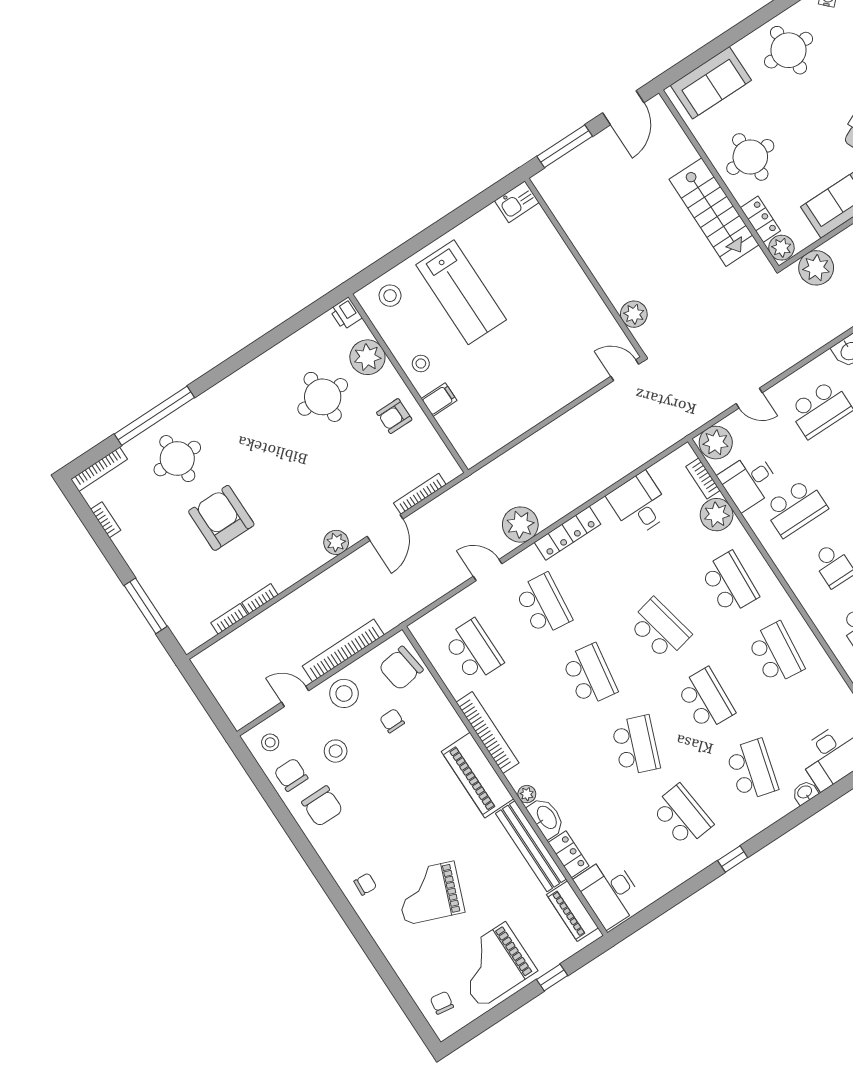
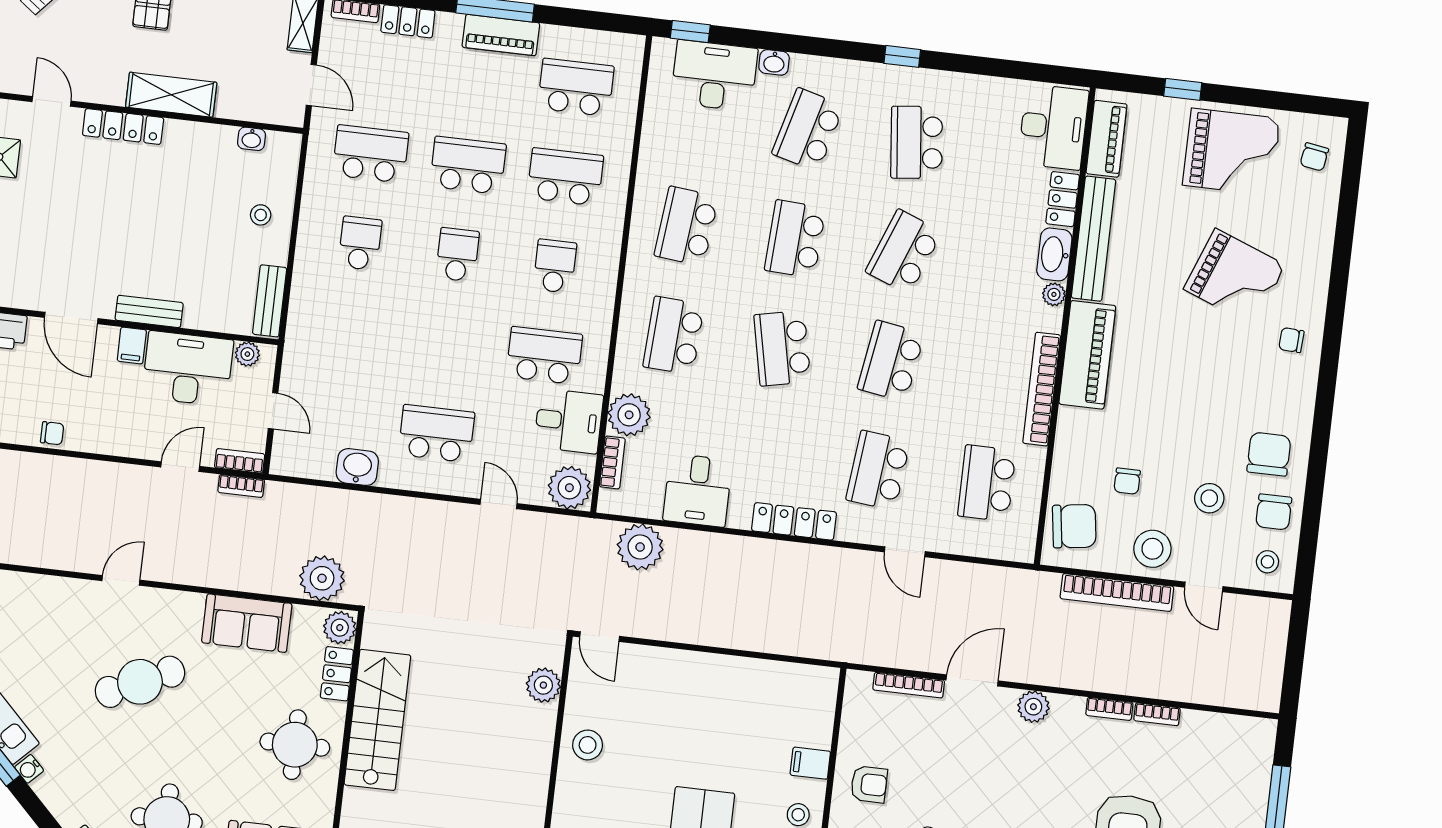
stool: (579, 301) -> (588, 745), added
plant: (520, 525) -> (640, 547), moved
bookcase: (229, 619) -> (1109, 709), moved

